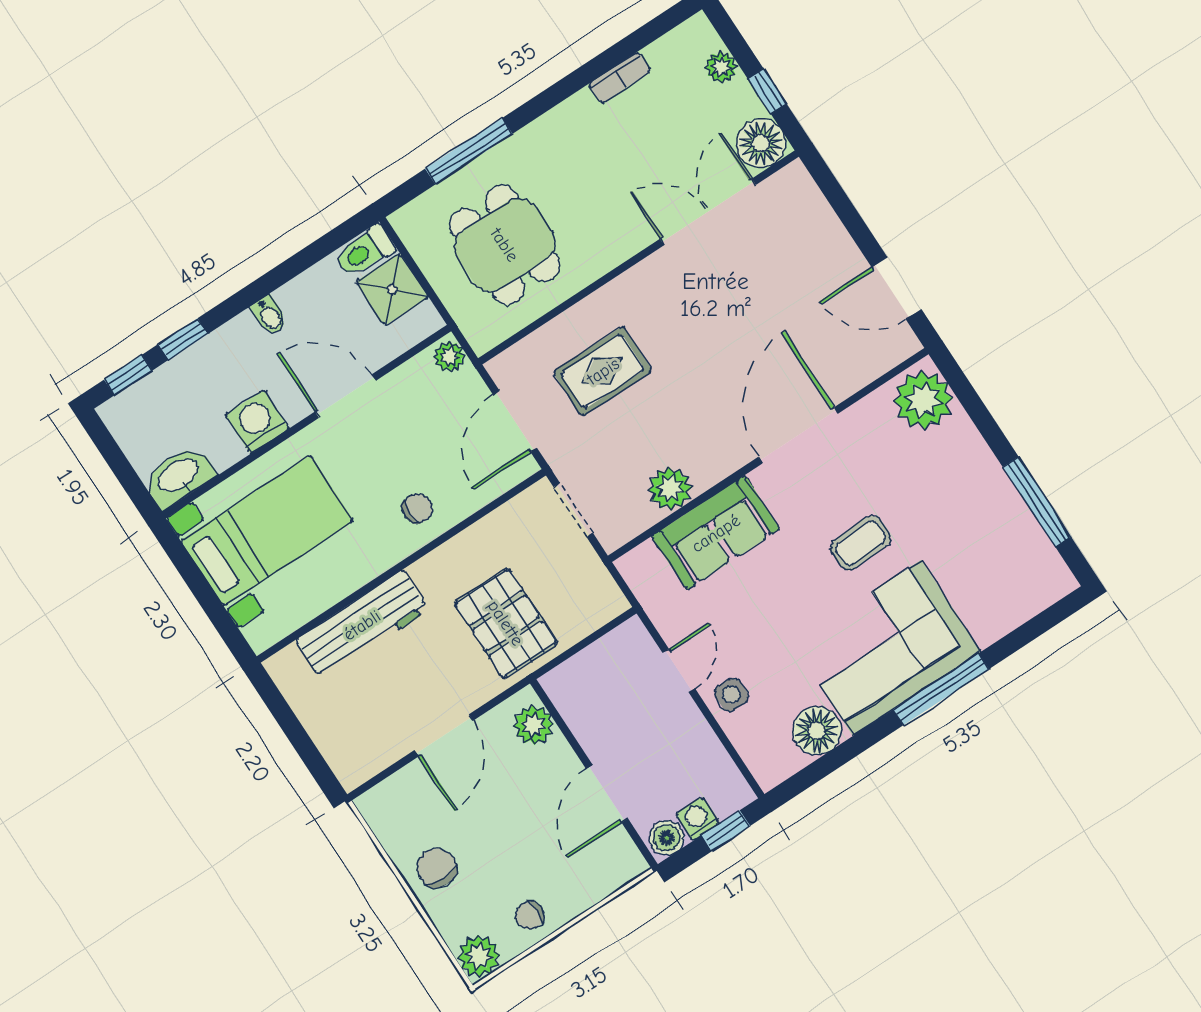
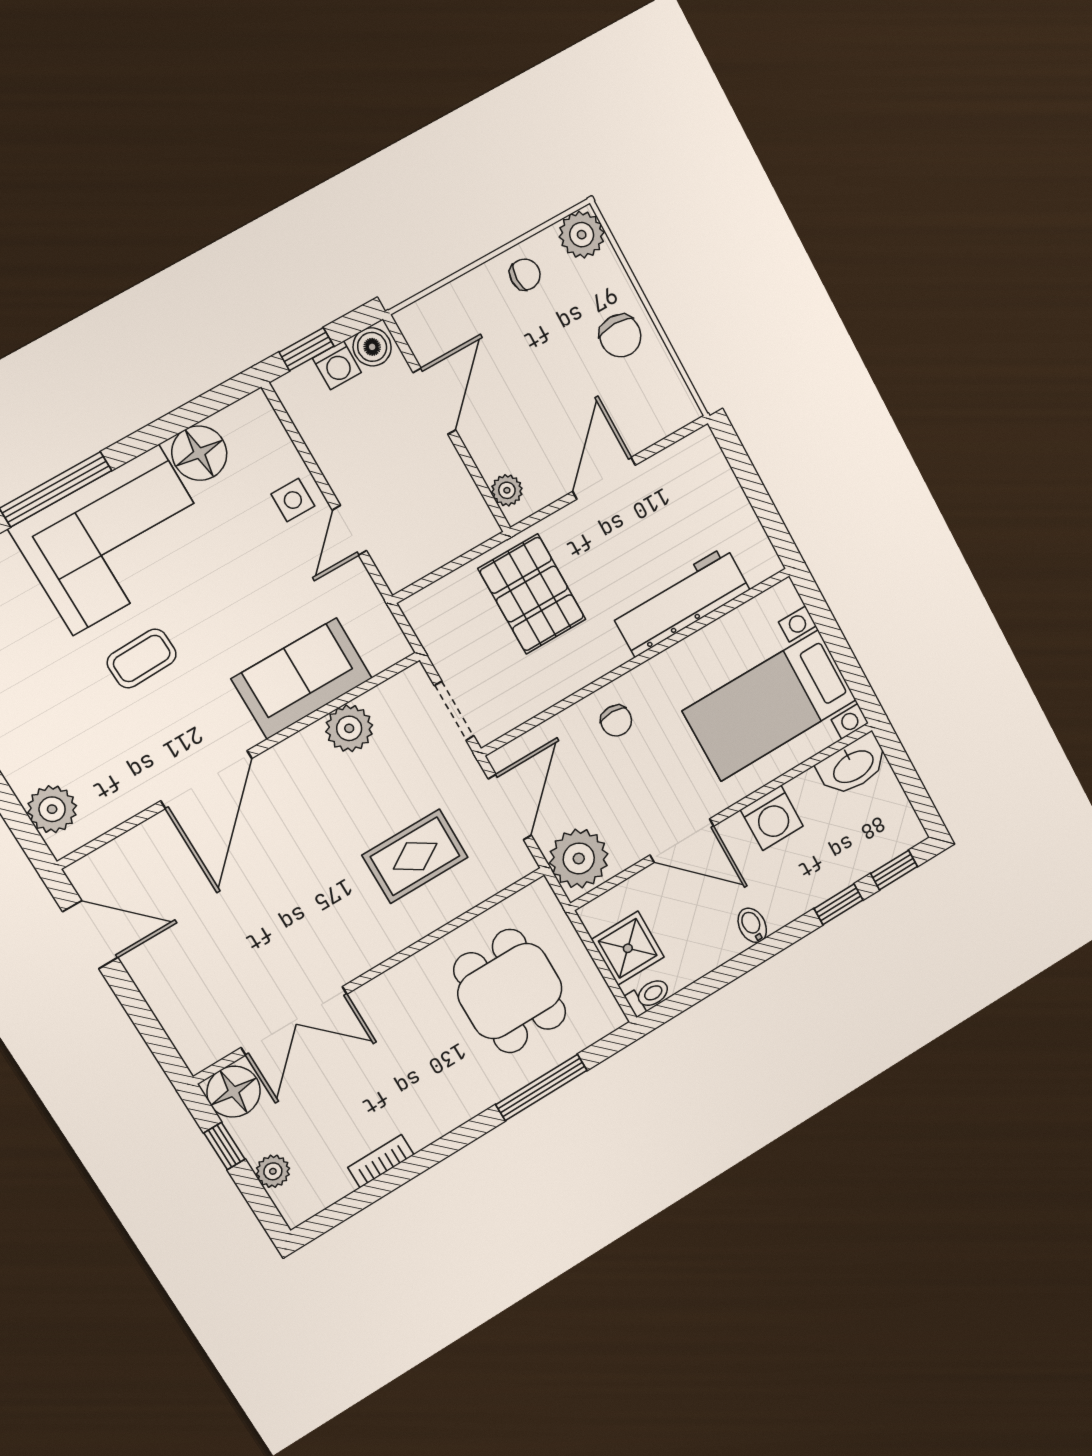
toilet: (365, 251) -> (648, 996), width x0.73, depth x0.72
plant: (450, 356) -> (579, 858), width x1.87, depth x1.87
plant: (923, 400) -> (52, 809), width x0.73, depth x0.73
chair: (418, 508) -> (616, 721), turned -90
plant: (534, 725) -> (507, 490), width x0.73, depth x0.73

